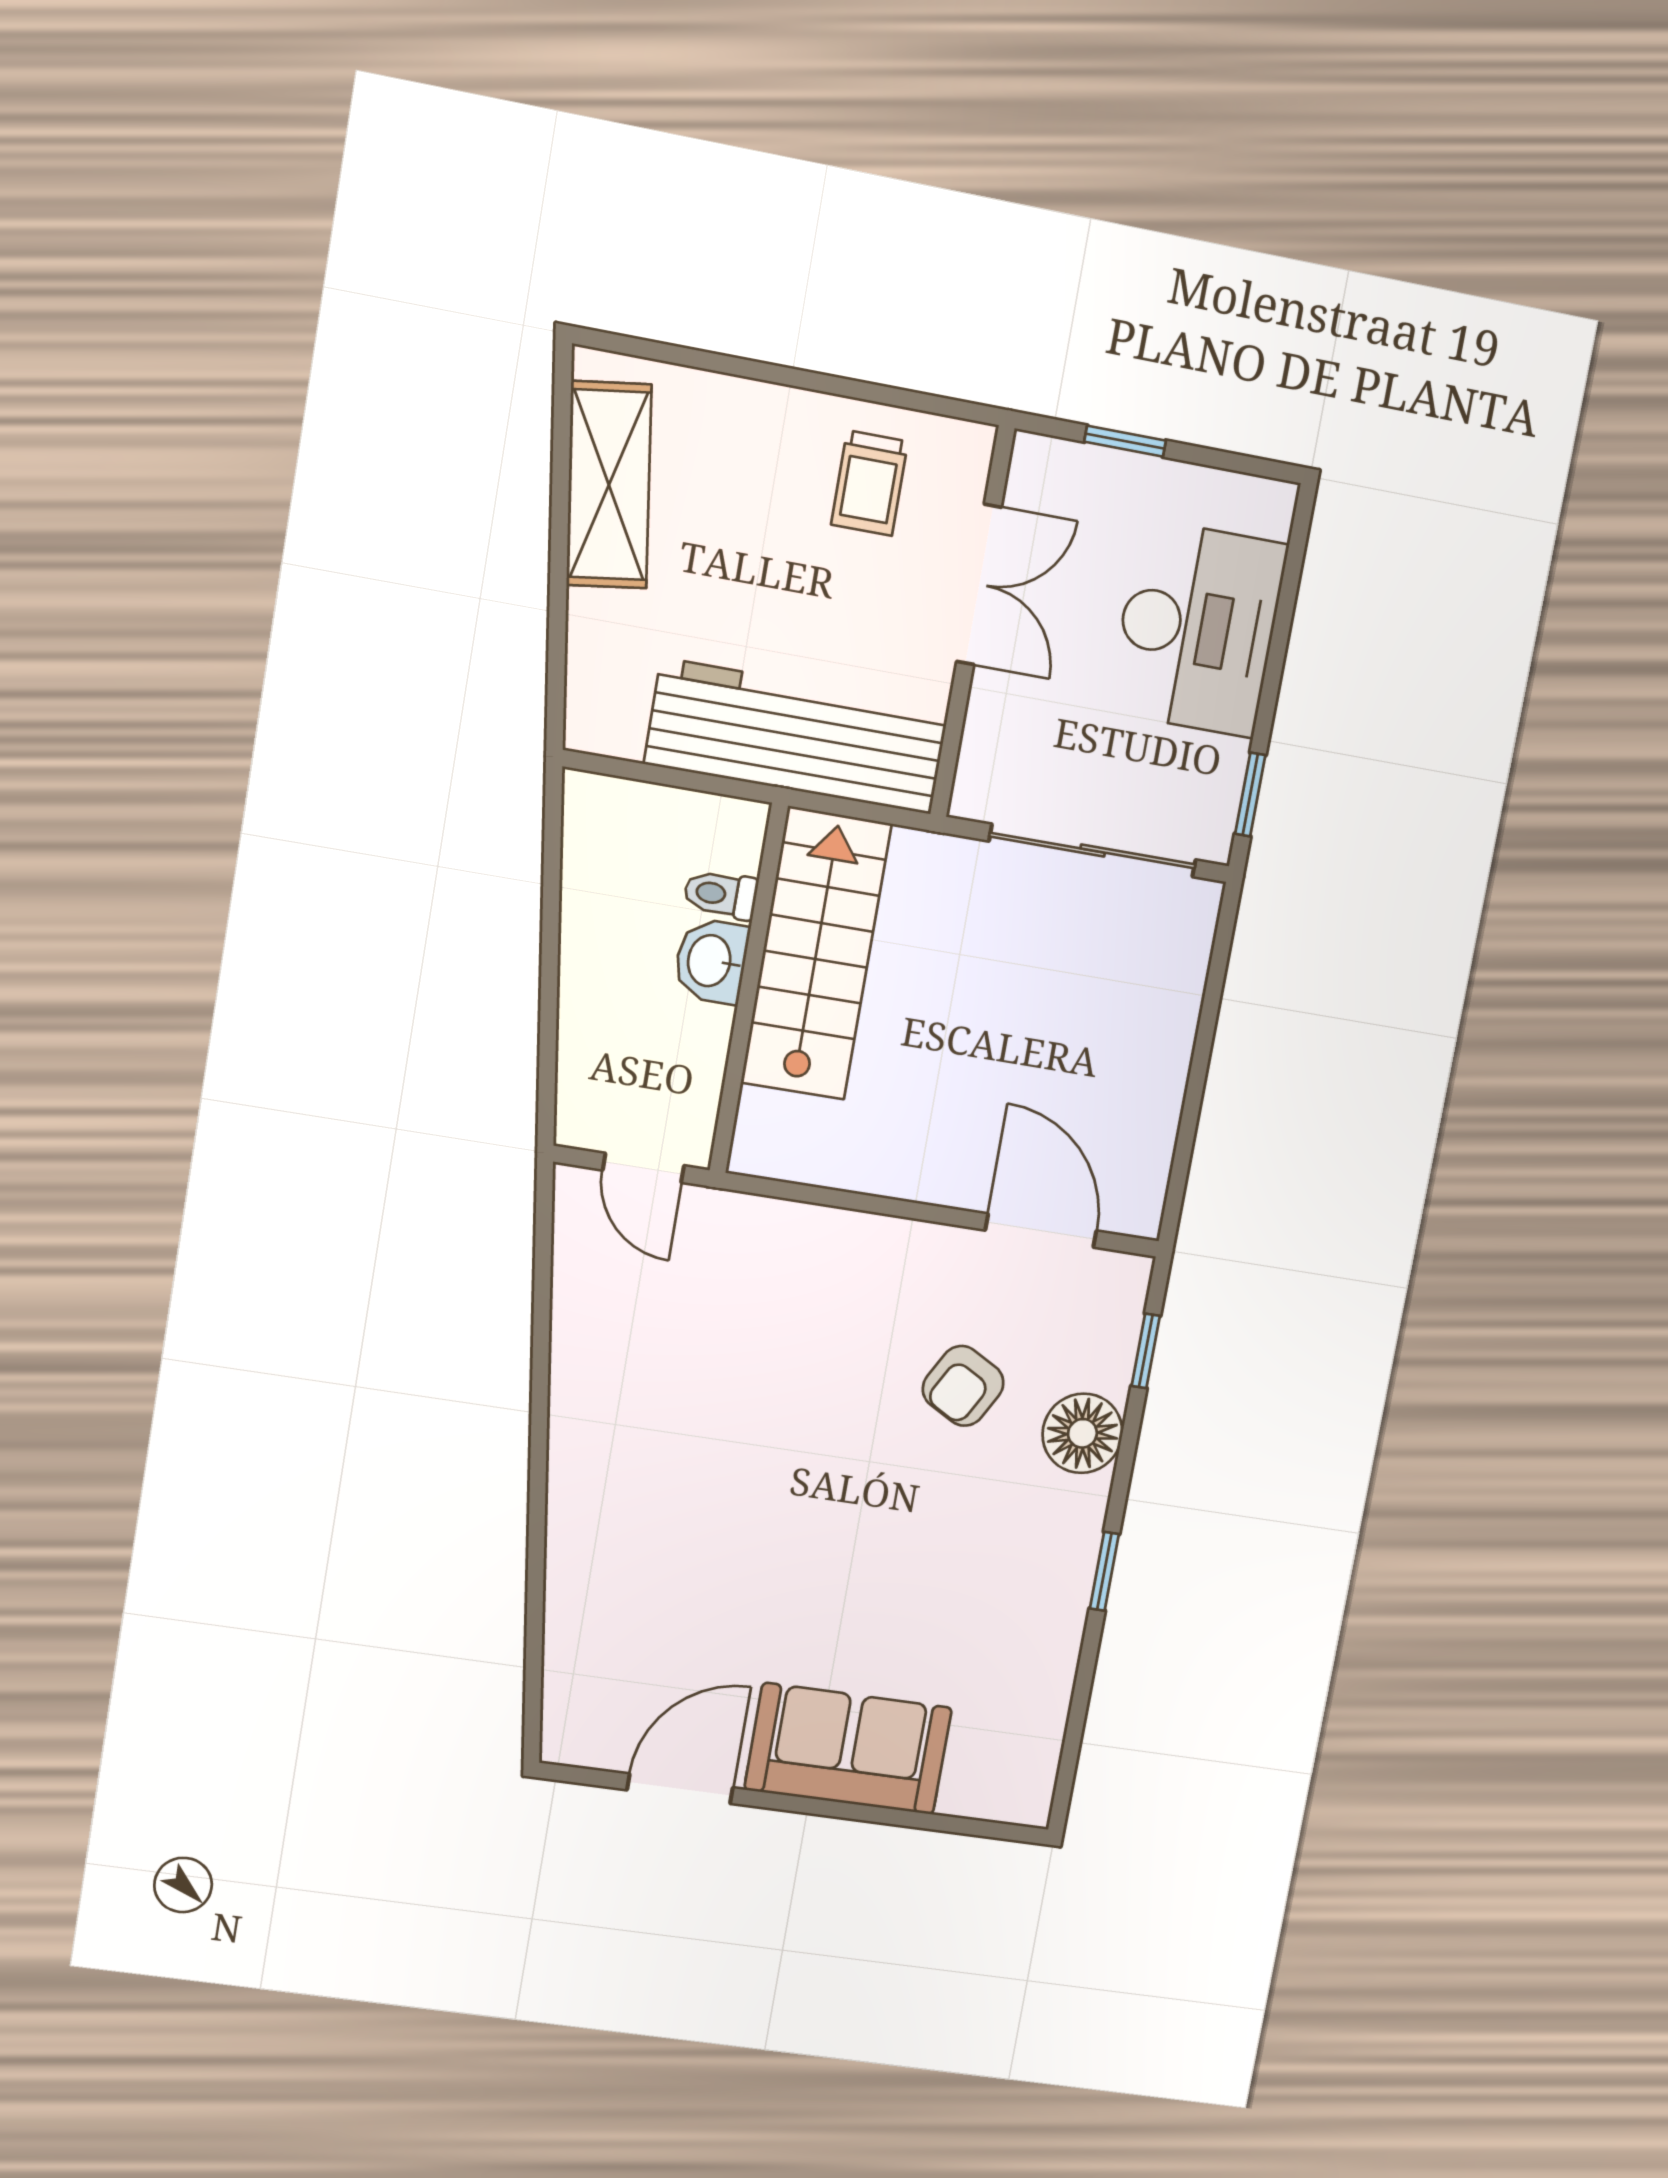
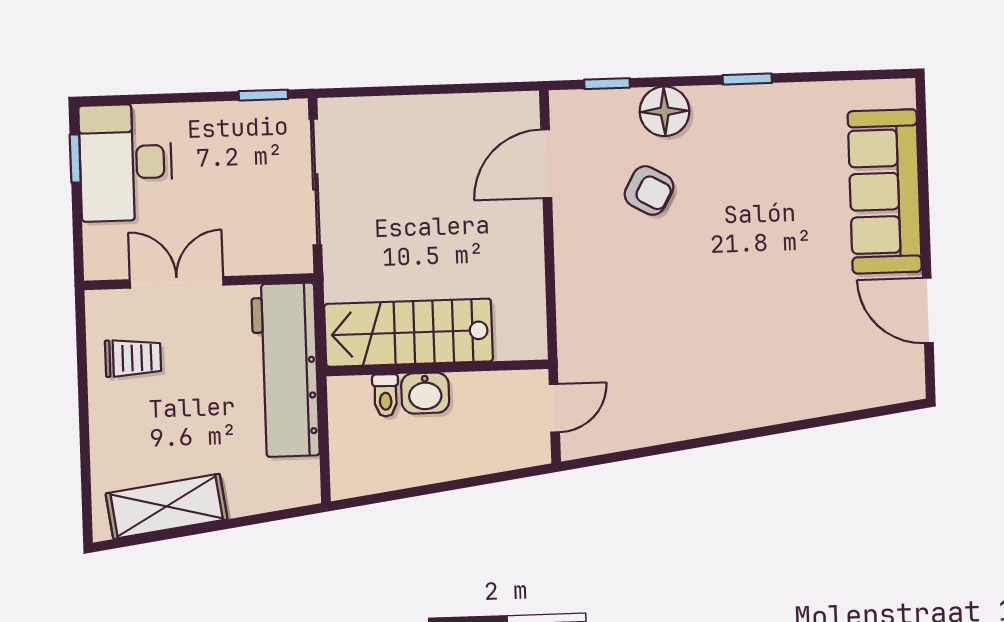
window: (1125, 441) -> (75, 158), moved
desk: (1198, 628) -> (126, 162), moved, turned -90
sofa: (848, 1749) -> (885, 191), width x1.36

